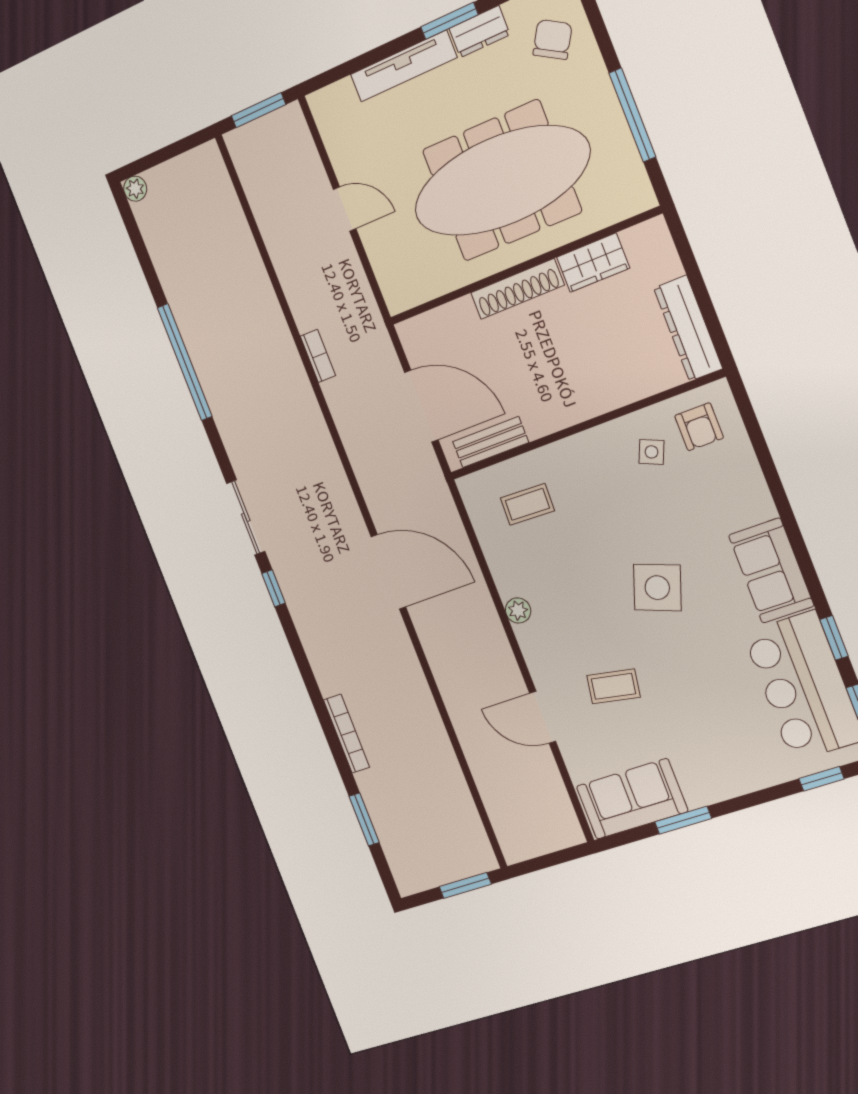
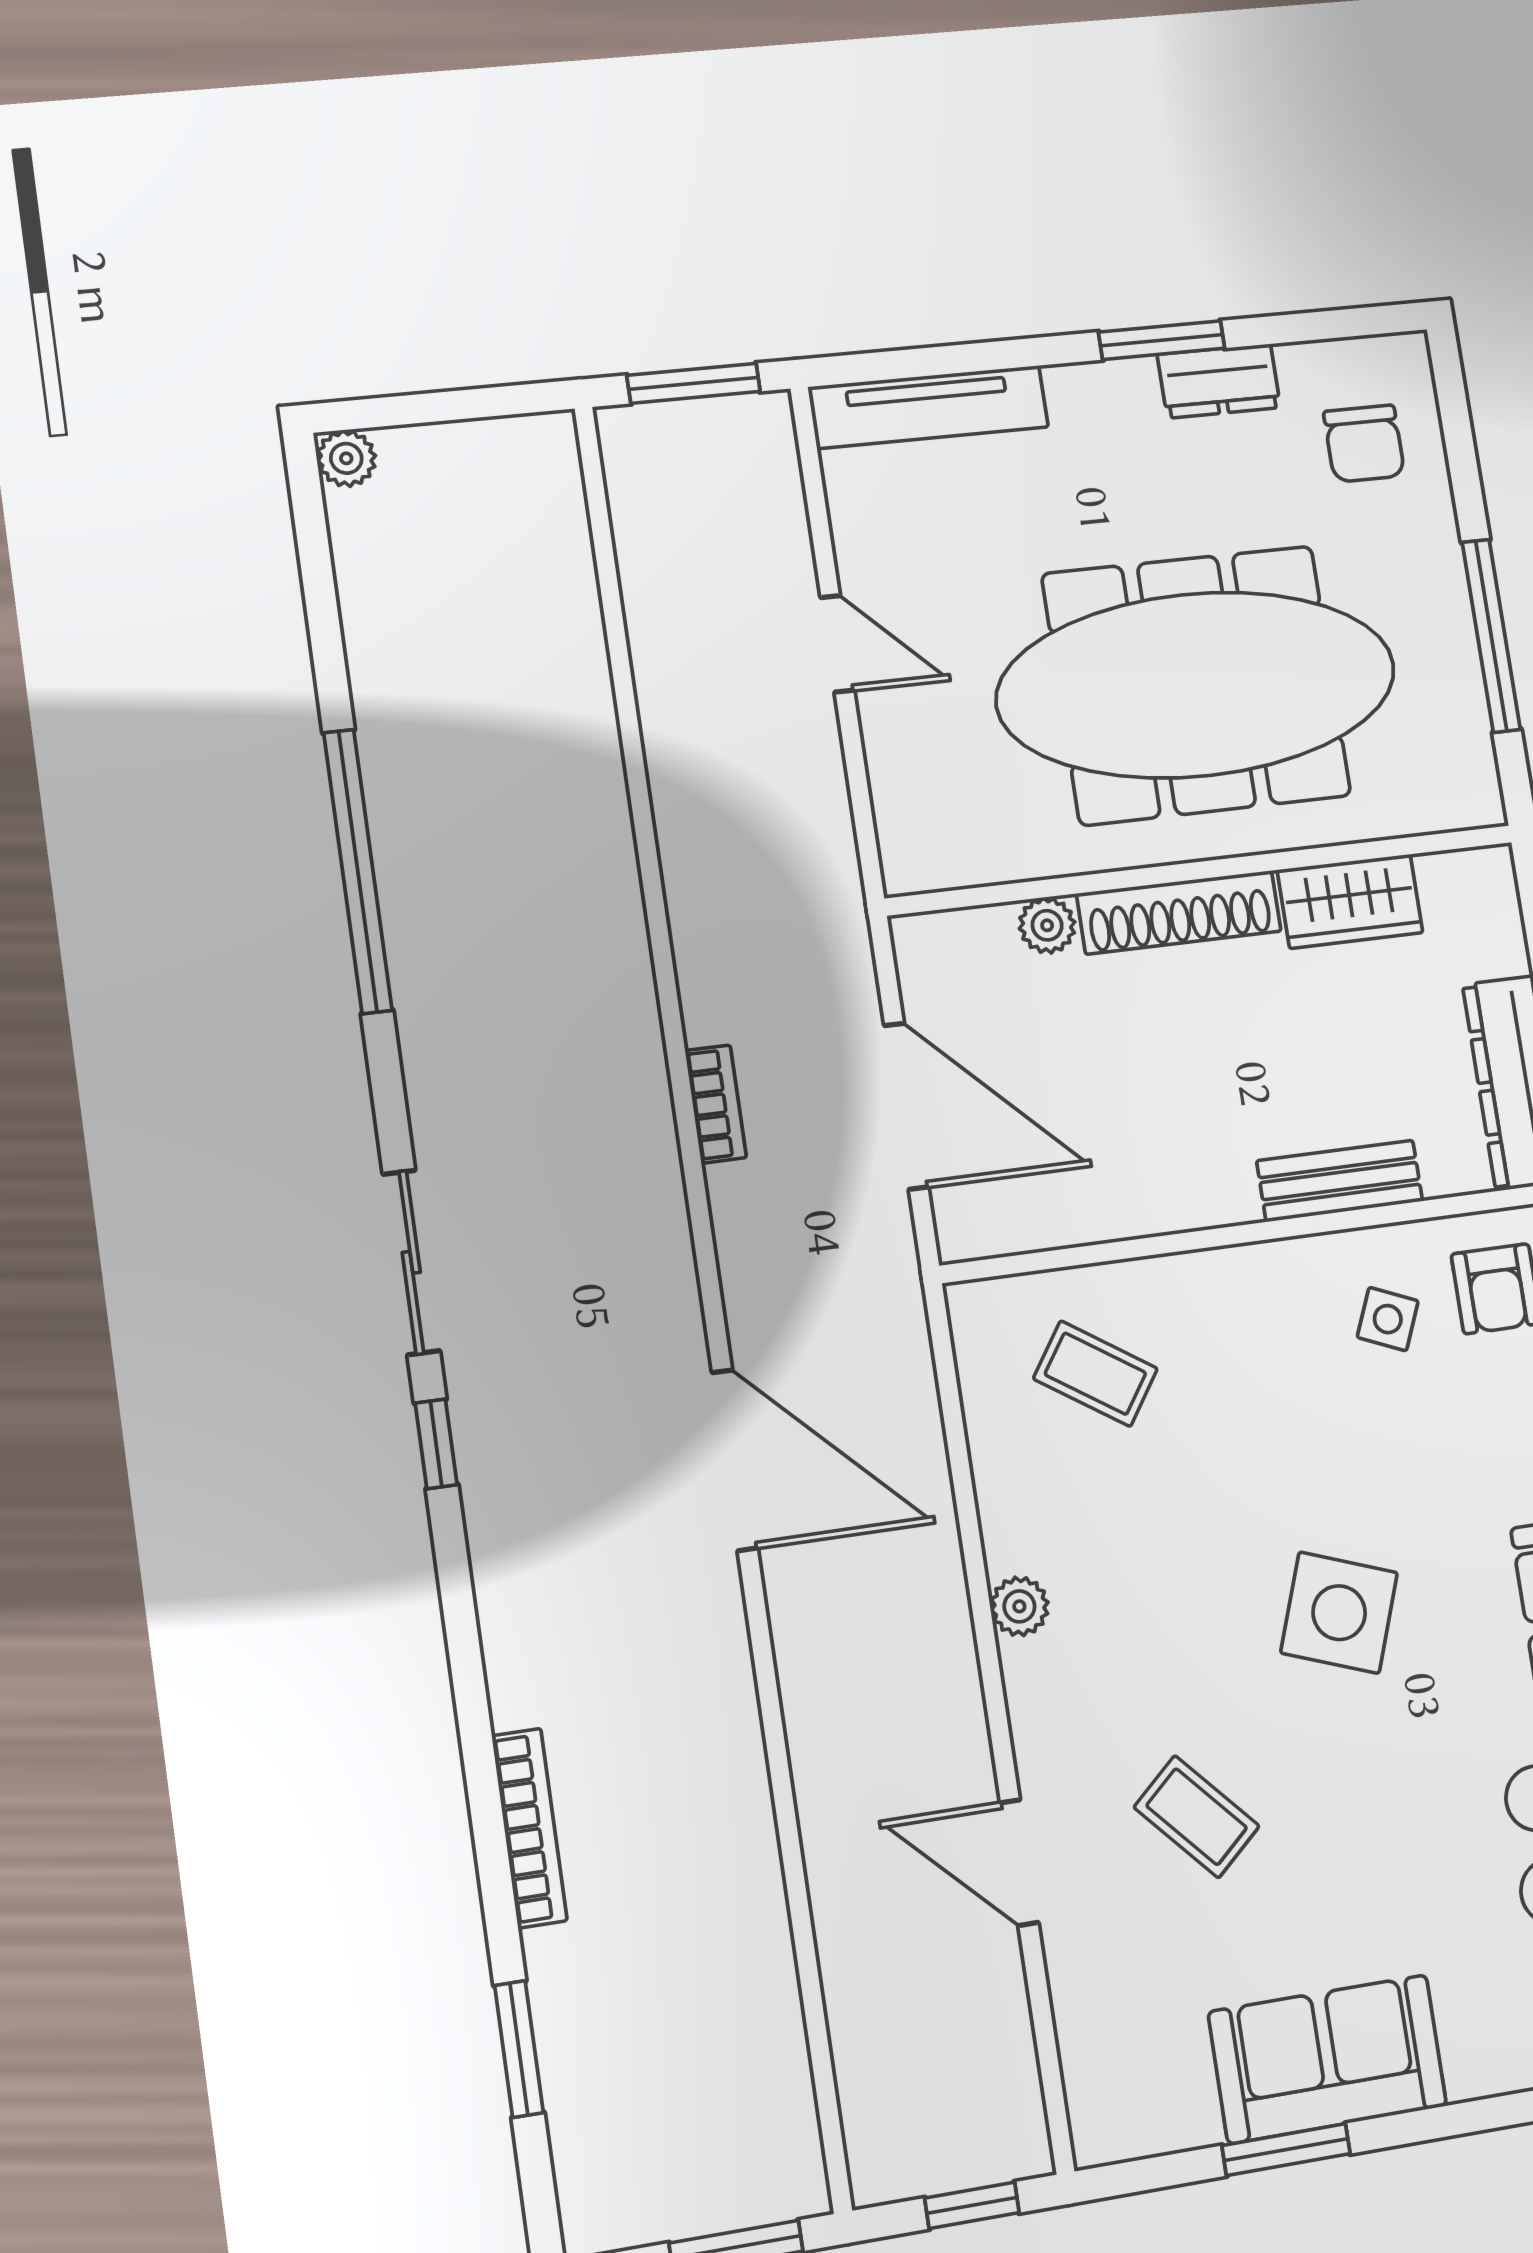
chair: (553, 39) -> (1364, 444), turned 149
tv unit: (404, 66) -> (928, 407), moved
plant: (462, 311) -> (1047, 925), added
bookcase: (318, 356) -> (716, 1104), moved
bench: (491, 442) -> (1340, 1181), moved
coffee table: (527, 504) -> (1095, 1374), turned 32
coffee table: (613, 686) -> (1197, 1817), turned 38
sofa: (632, 799) -> (1328, 2059), moved
window: (555, 859) -> (972, 2205), added

